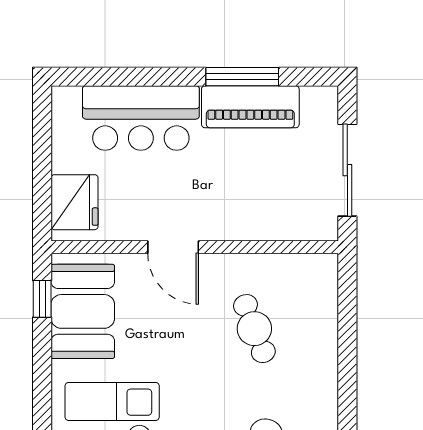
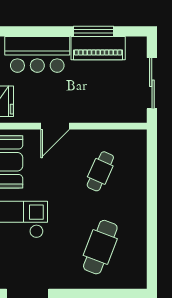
door: (173, 247) -> (55, 126), hinge flipped
cafe table: (254, 329) -> (100, 171), turned 45

